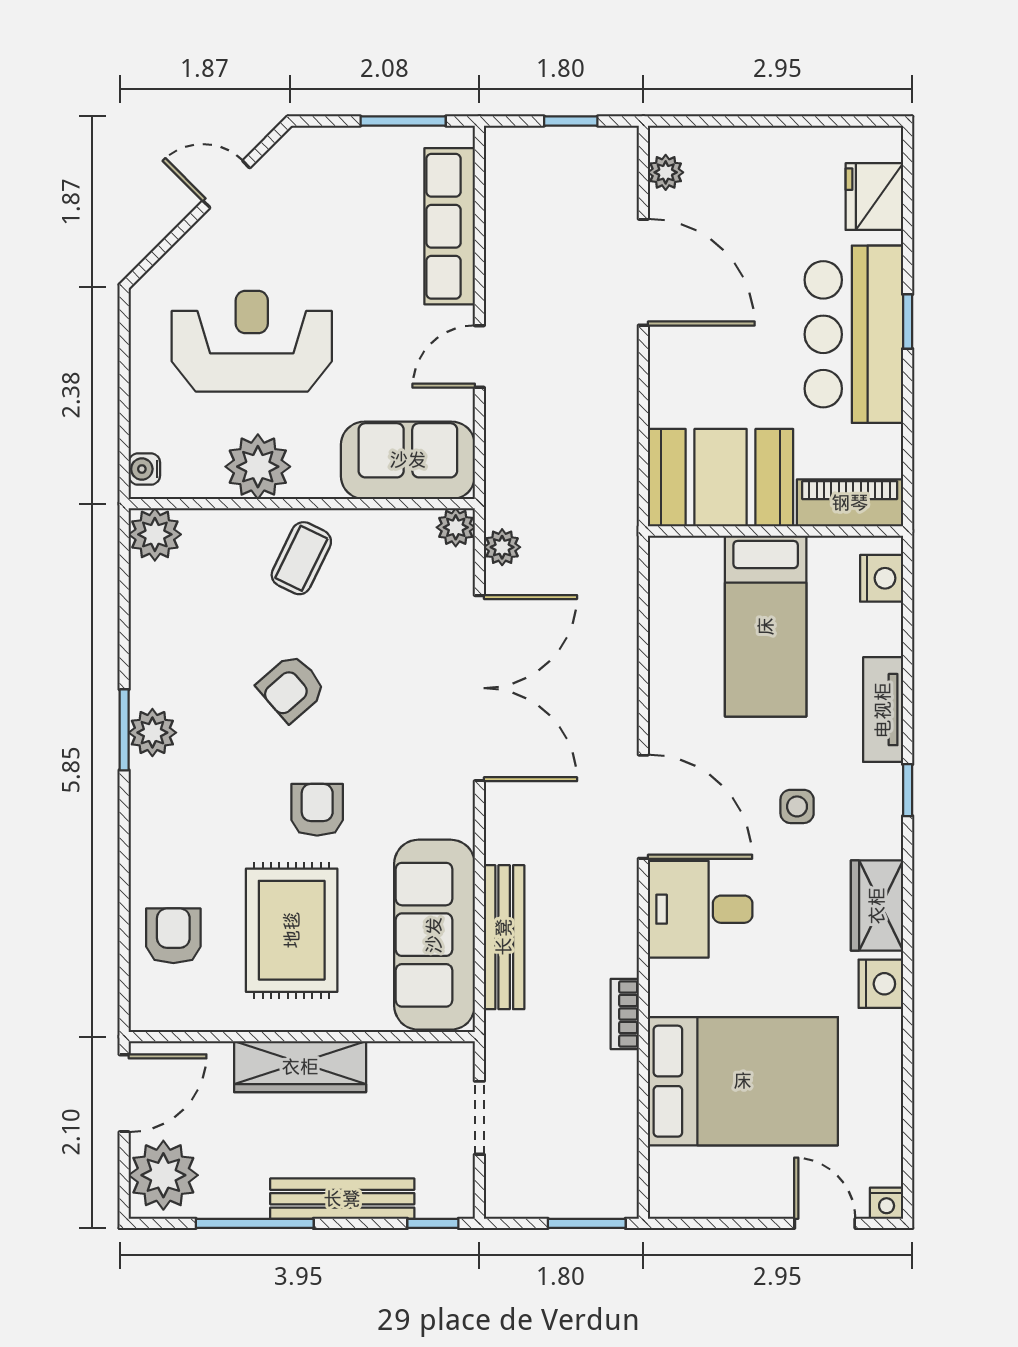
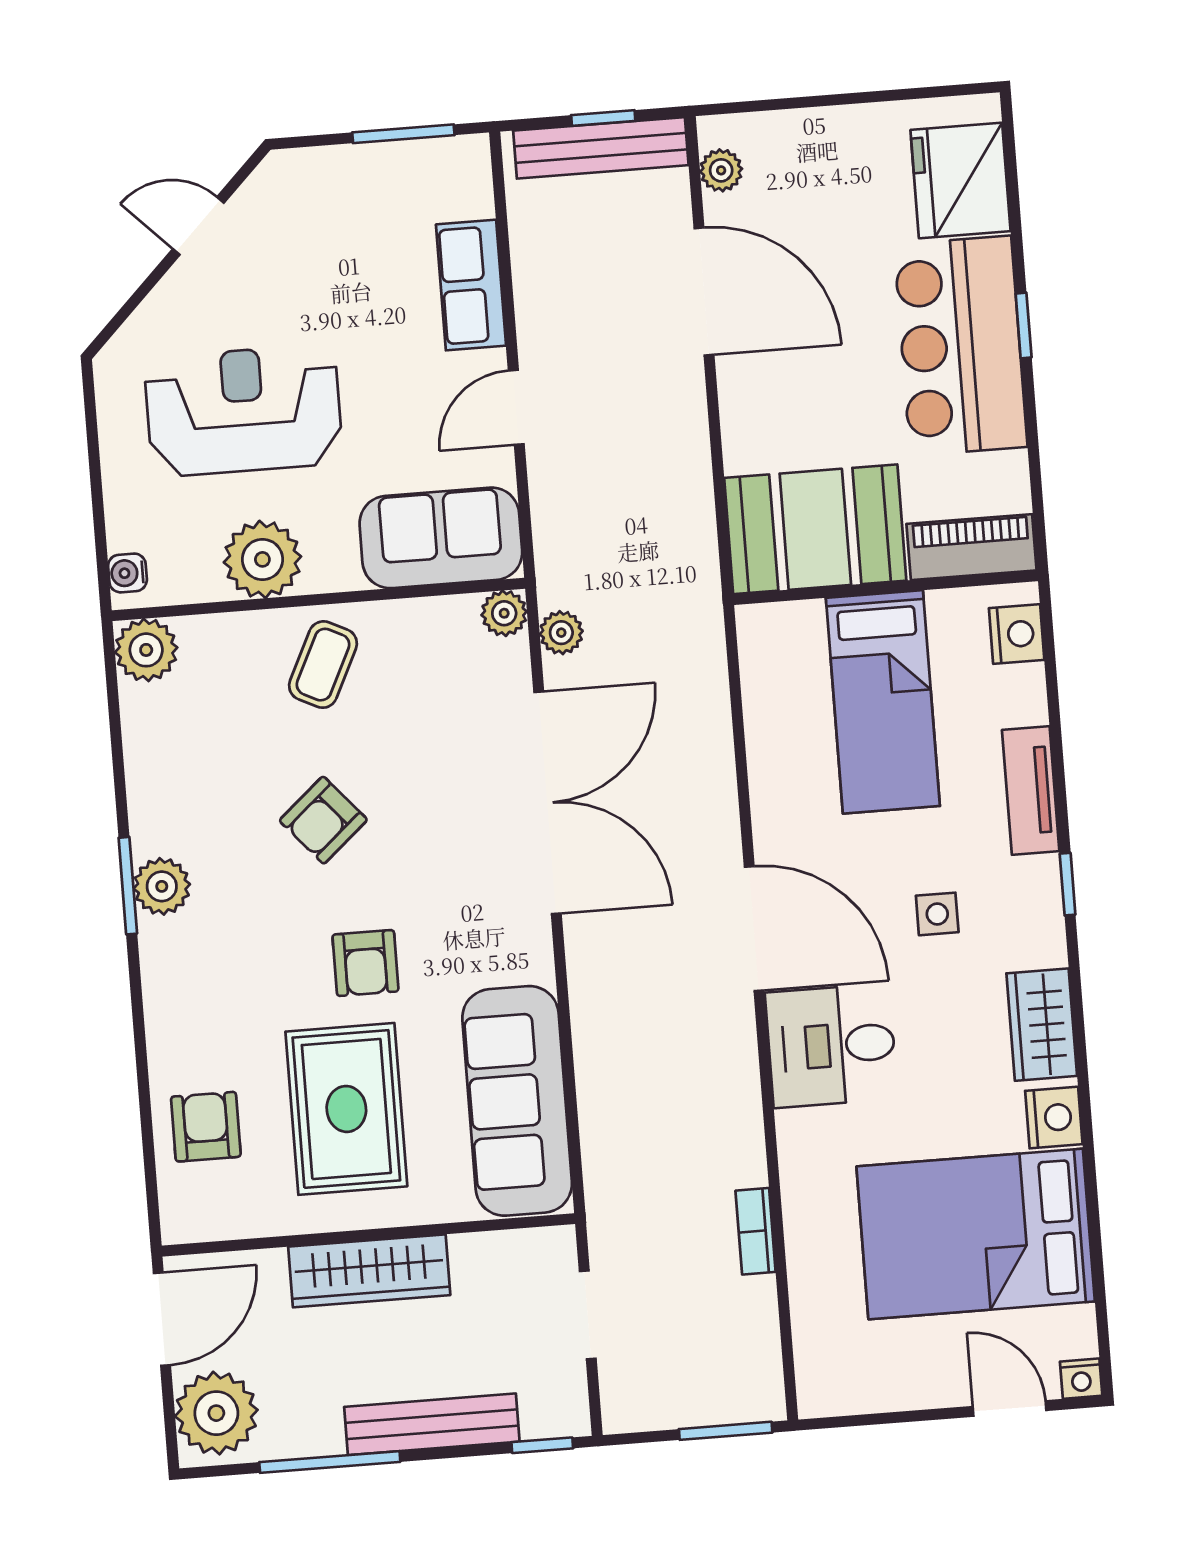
fridge: (874, 197) -> (961, 181), width x1.36, depth x1.34
row of seats: (450, 226) -> (471, 285), width x0.68
armchair: (317, 810) -> (365, 963), turned 180
bench: (504, 937) -> (601, 148), moved, turned 90
bookcase: (625, 1014) -> (756, 1231), moved
bed: (743, 1081) -> (976, 1234), moved, turned 180

